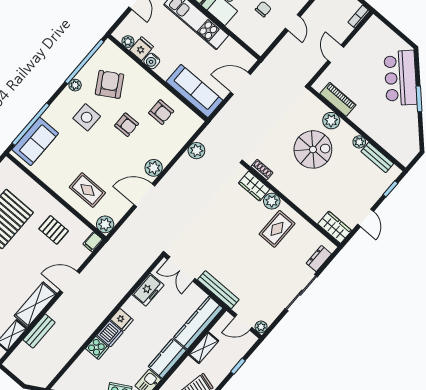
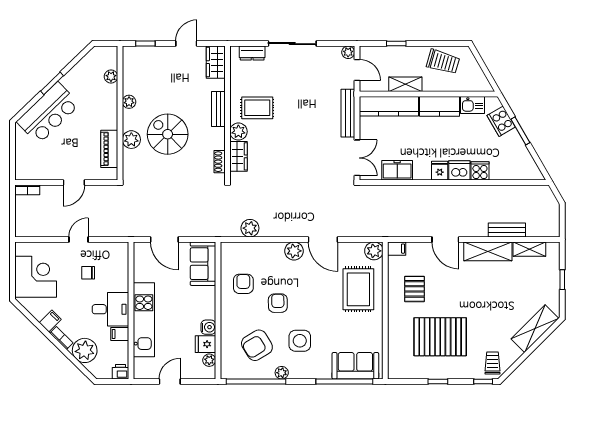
sofa: (194, 91) -> (203, 264), width x0.73
plant: (388, 145) -> (111, 77), added
bench: (377, 157) -> (218, 109), moved
rug: (87, 190) -> (358, 289), width x1.36, depth x1.43

